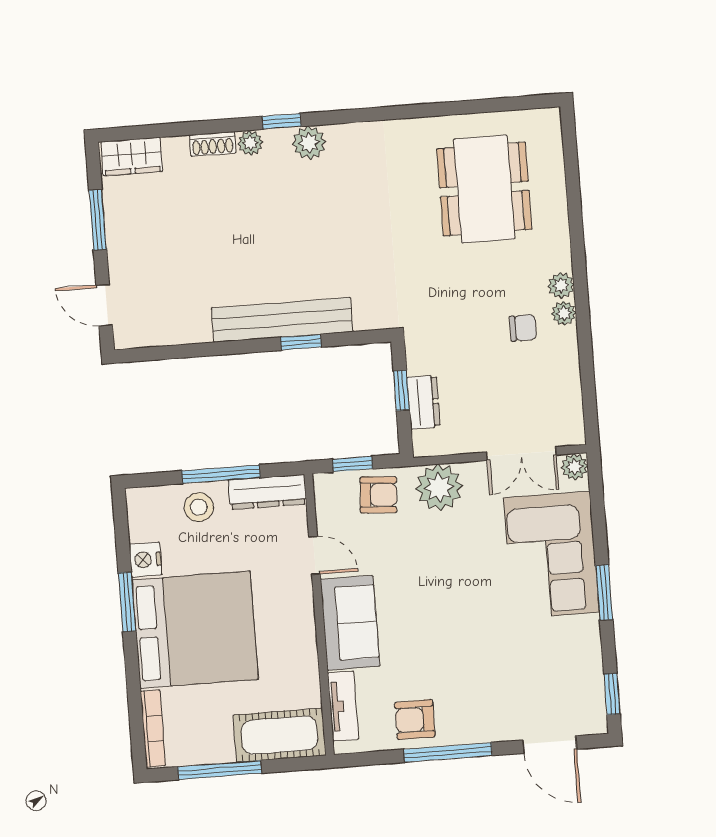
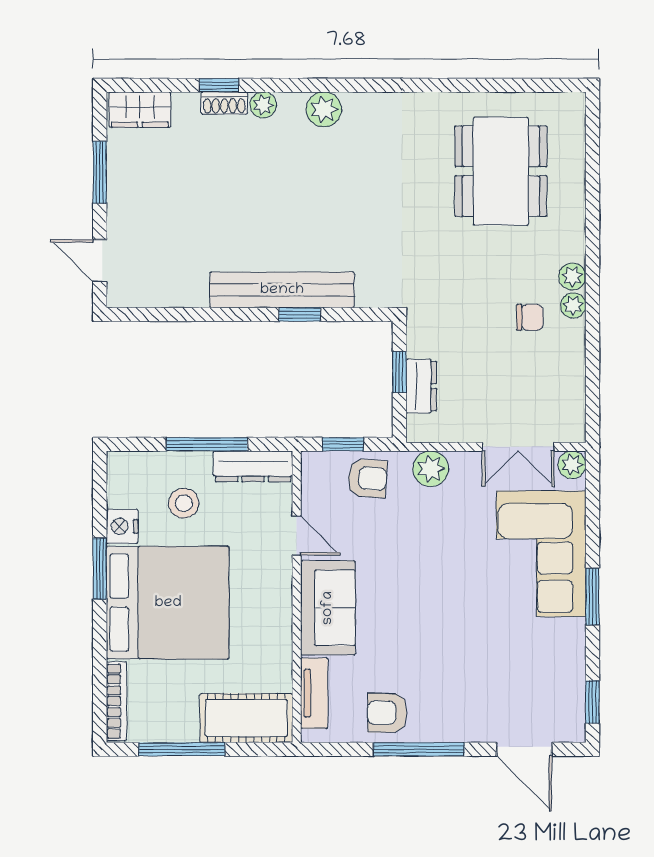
window: (282, 121) -> (219, 85), moved
plant: (439, 487) -> (431, 469), width x0.73, depth x0.73
stool: (199, 507) -> (184, 503), moved

